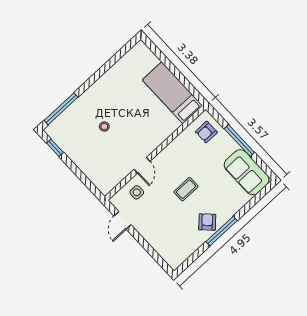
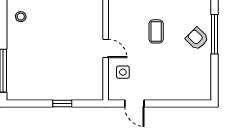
stool: (104, 127) -> (21, 17), moved
window: (55, 148) -> (62, 103), moved

